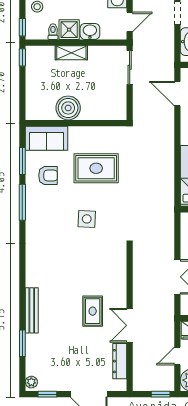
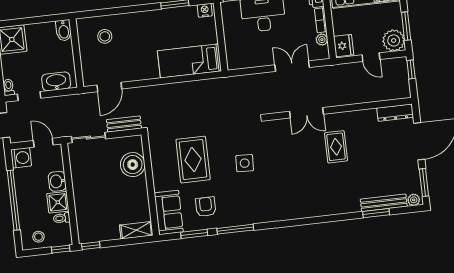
shelving: (71, 53) -> (136, 230), moved, turned 90
bench: (139, 104) -> (124, 124), added
boiler: (68, 108) -> (133, 165), moved
bench: (32, 310) -> (384, 203), moved
rug: (93, 311) -> (336, 147), turned 90
double door: (130, 325) -> (306, 113), moved
dresser: (120, 361) -> (395, 113), moved
window: (47, 394) -> (424, 182), width x1.50

